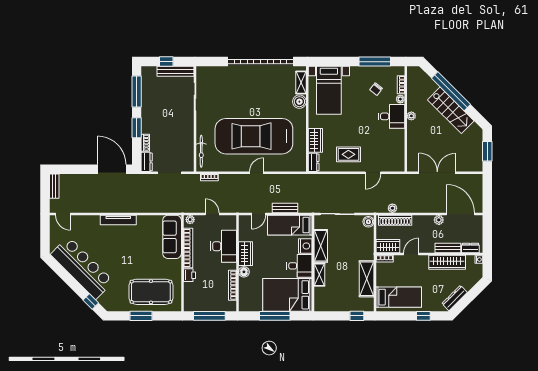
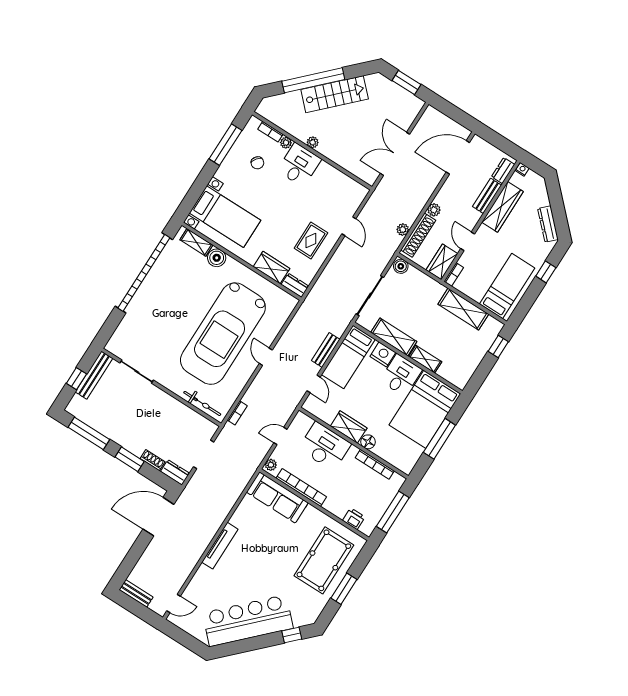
plant: (439, 220) -> (434, 210), moved
printer: (189, 275) -> (354, 519), moved

